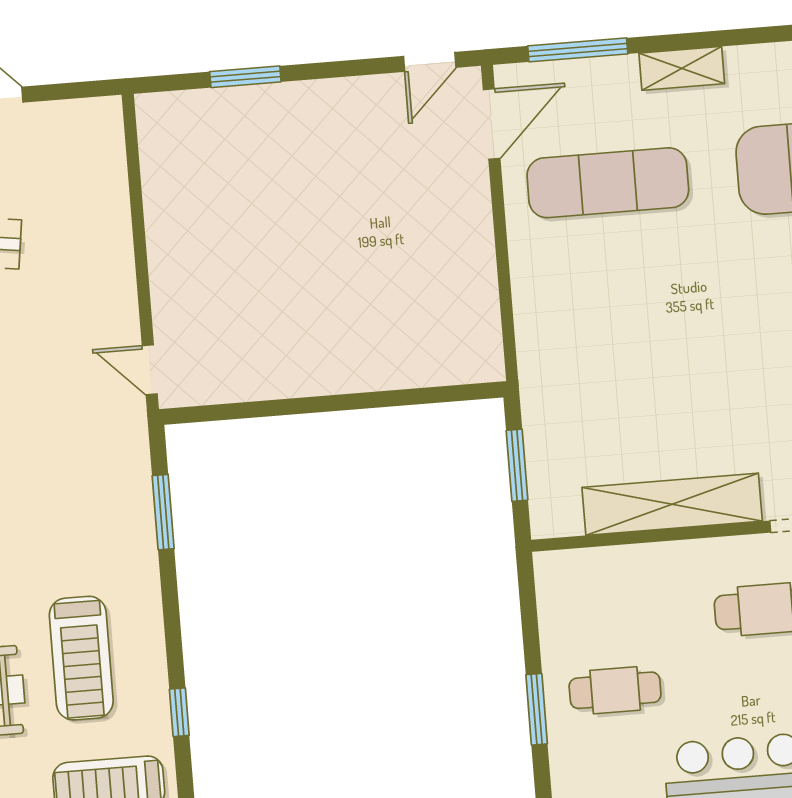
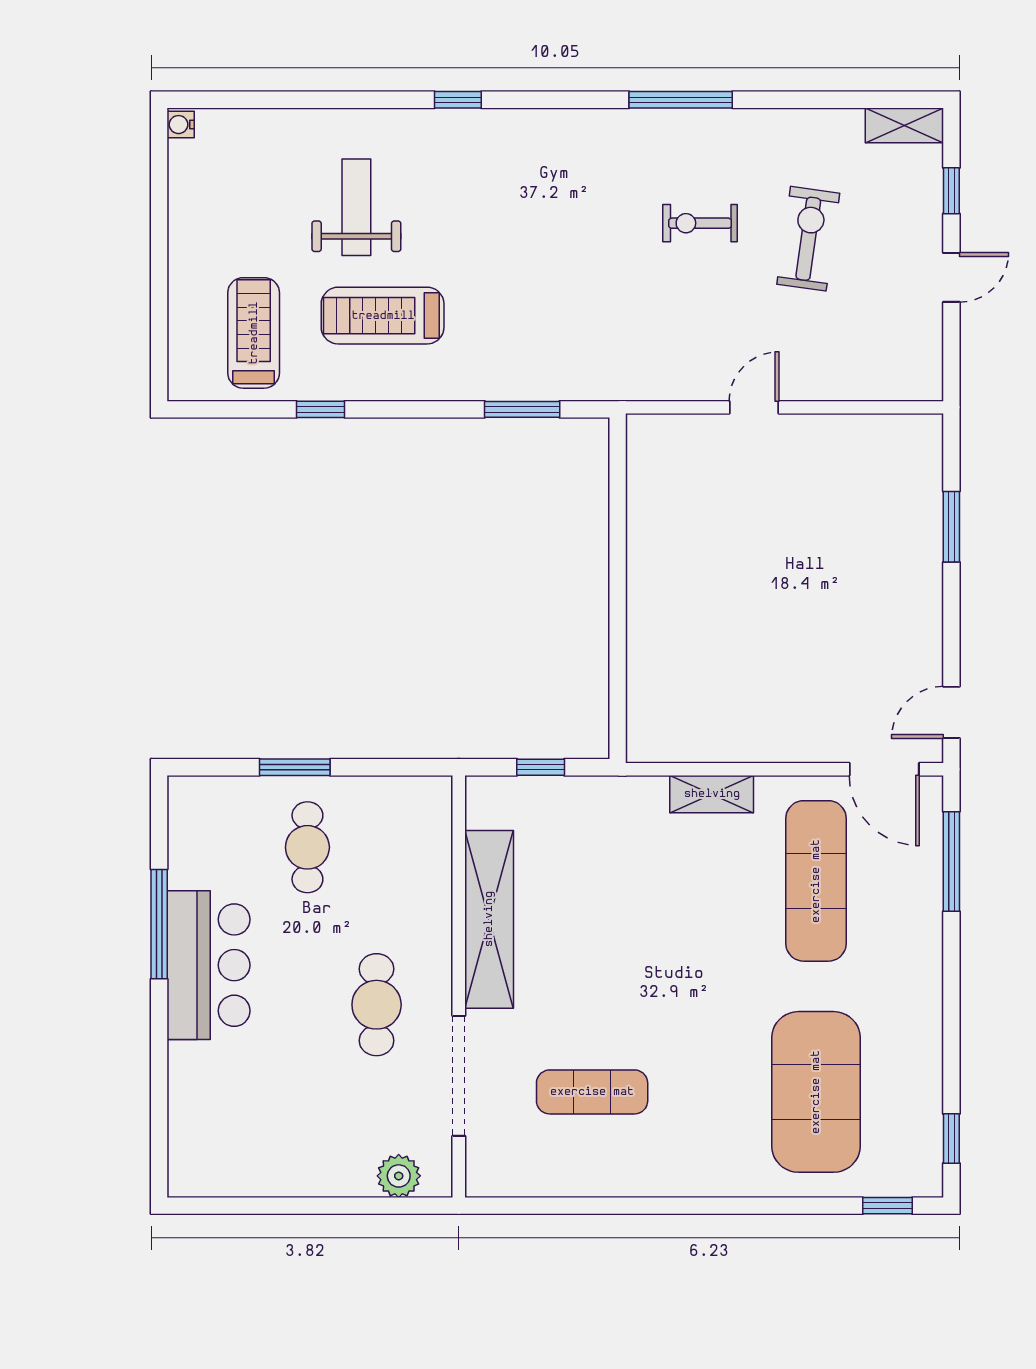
door: (430, 62) -> (951, 712), hinge flipped
shelving: (682, 68) -> (712, 794), moved, turned 90
door: (150, 370) -> (754, 407), moved
window: (517, 465) -> (541, 767), width x0.67

